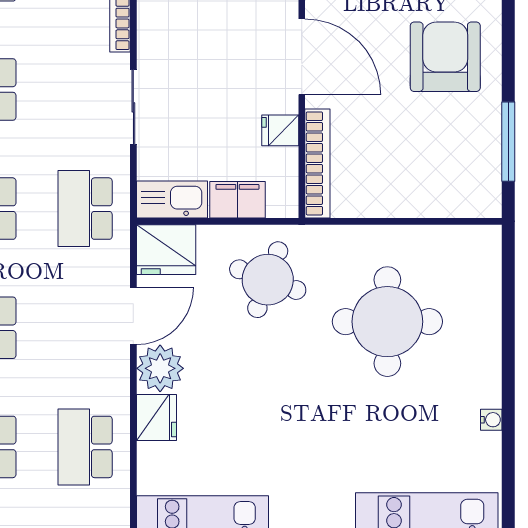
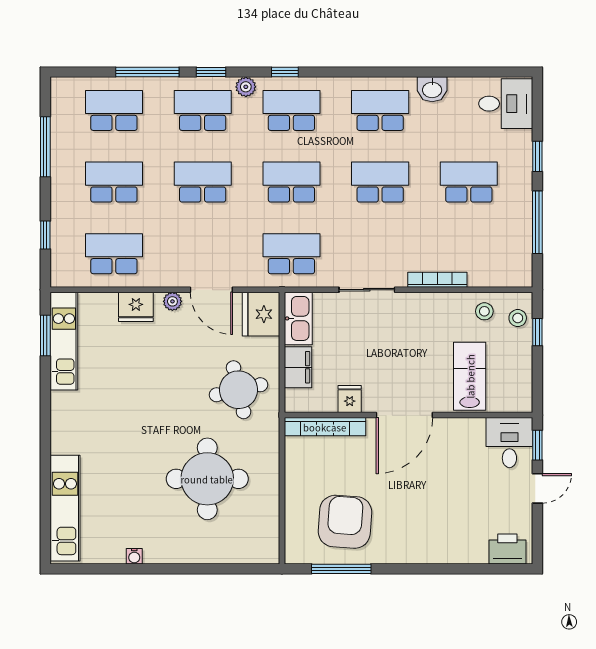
armchair: (445, 57) -> (345, 522), moved, turned -86
round table: (268, 280) -> (239, 390), turned -33
plant: (160, 368) -> (172, 301), width x0.53, depth x0.53

